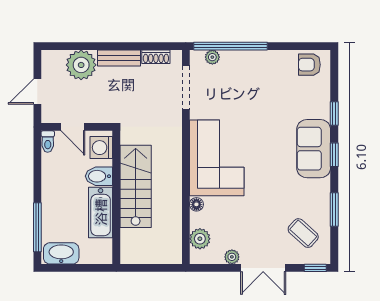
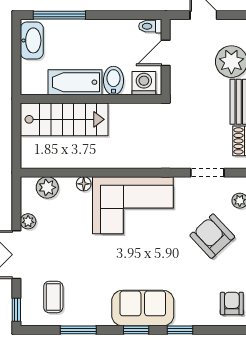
armchair: (246, 83) -> (212, 236), added
doorway: (186, 88) -> (207, 173), width x0.73
stairs: (136, 186) -> (64, 119), moved
coffee table: (303, 233) -> (53, 297), turned -42

